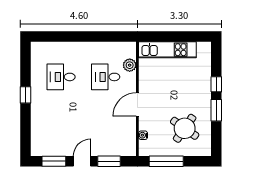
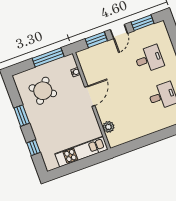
desk: (106, 77) -> (149, 59), moved
window: (216, 84) -> (33, 148), moved

